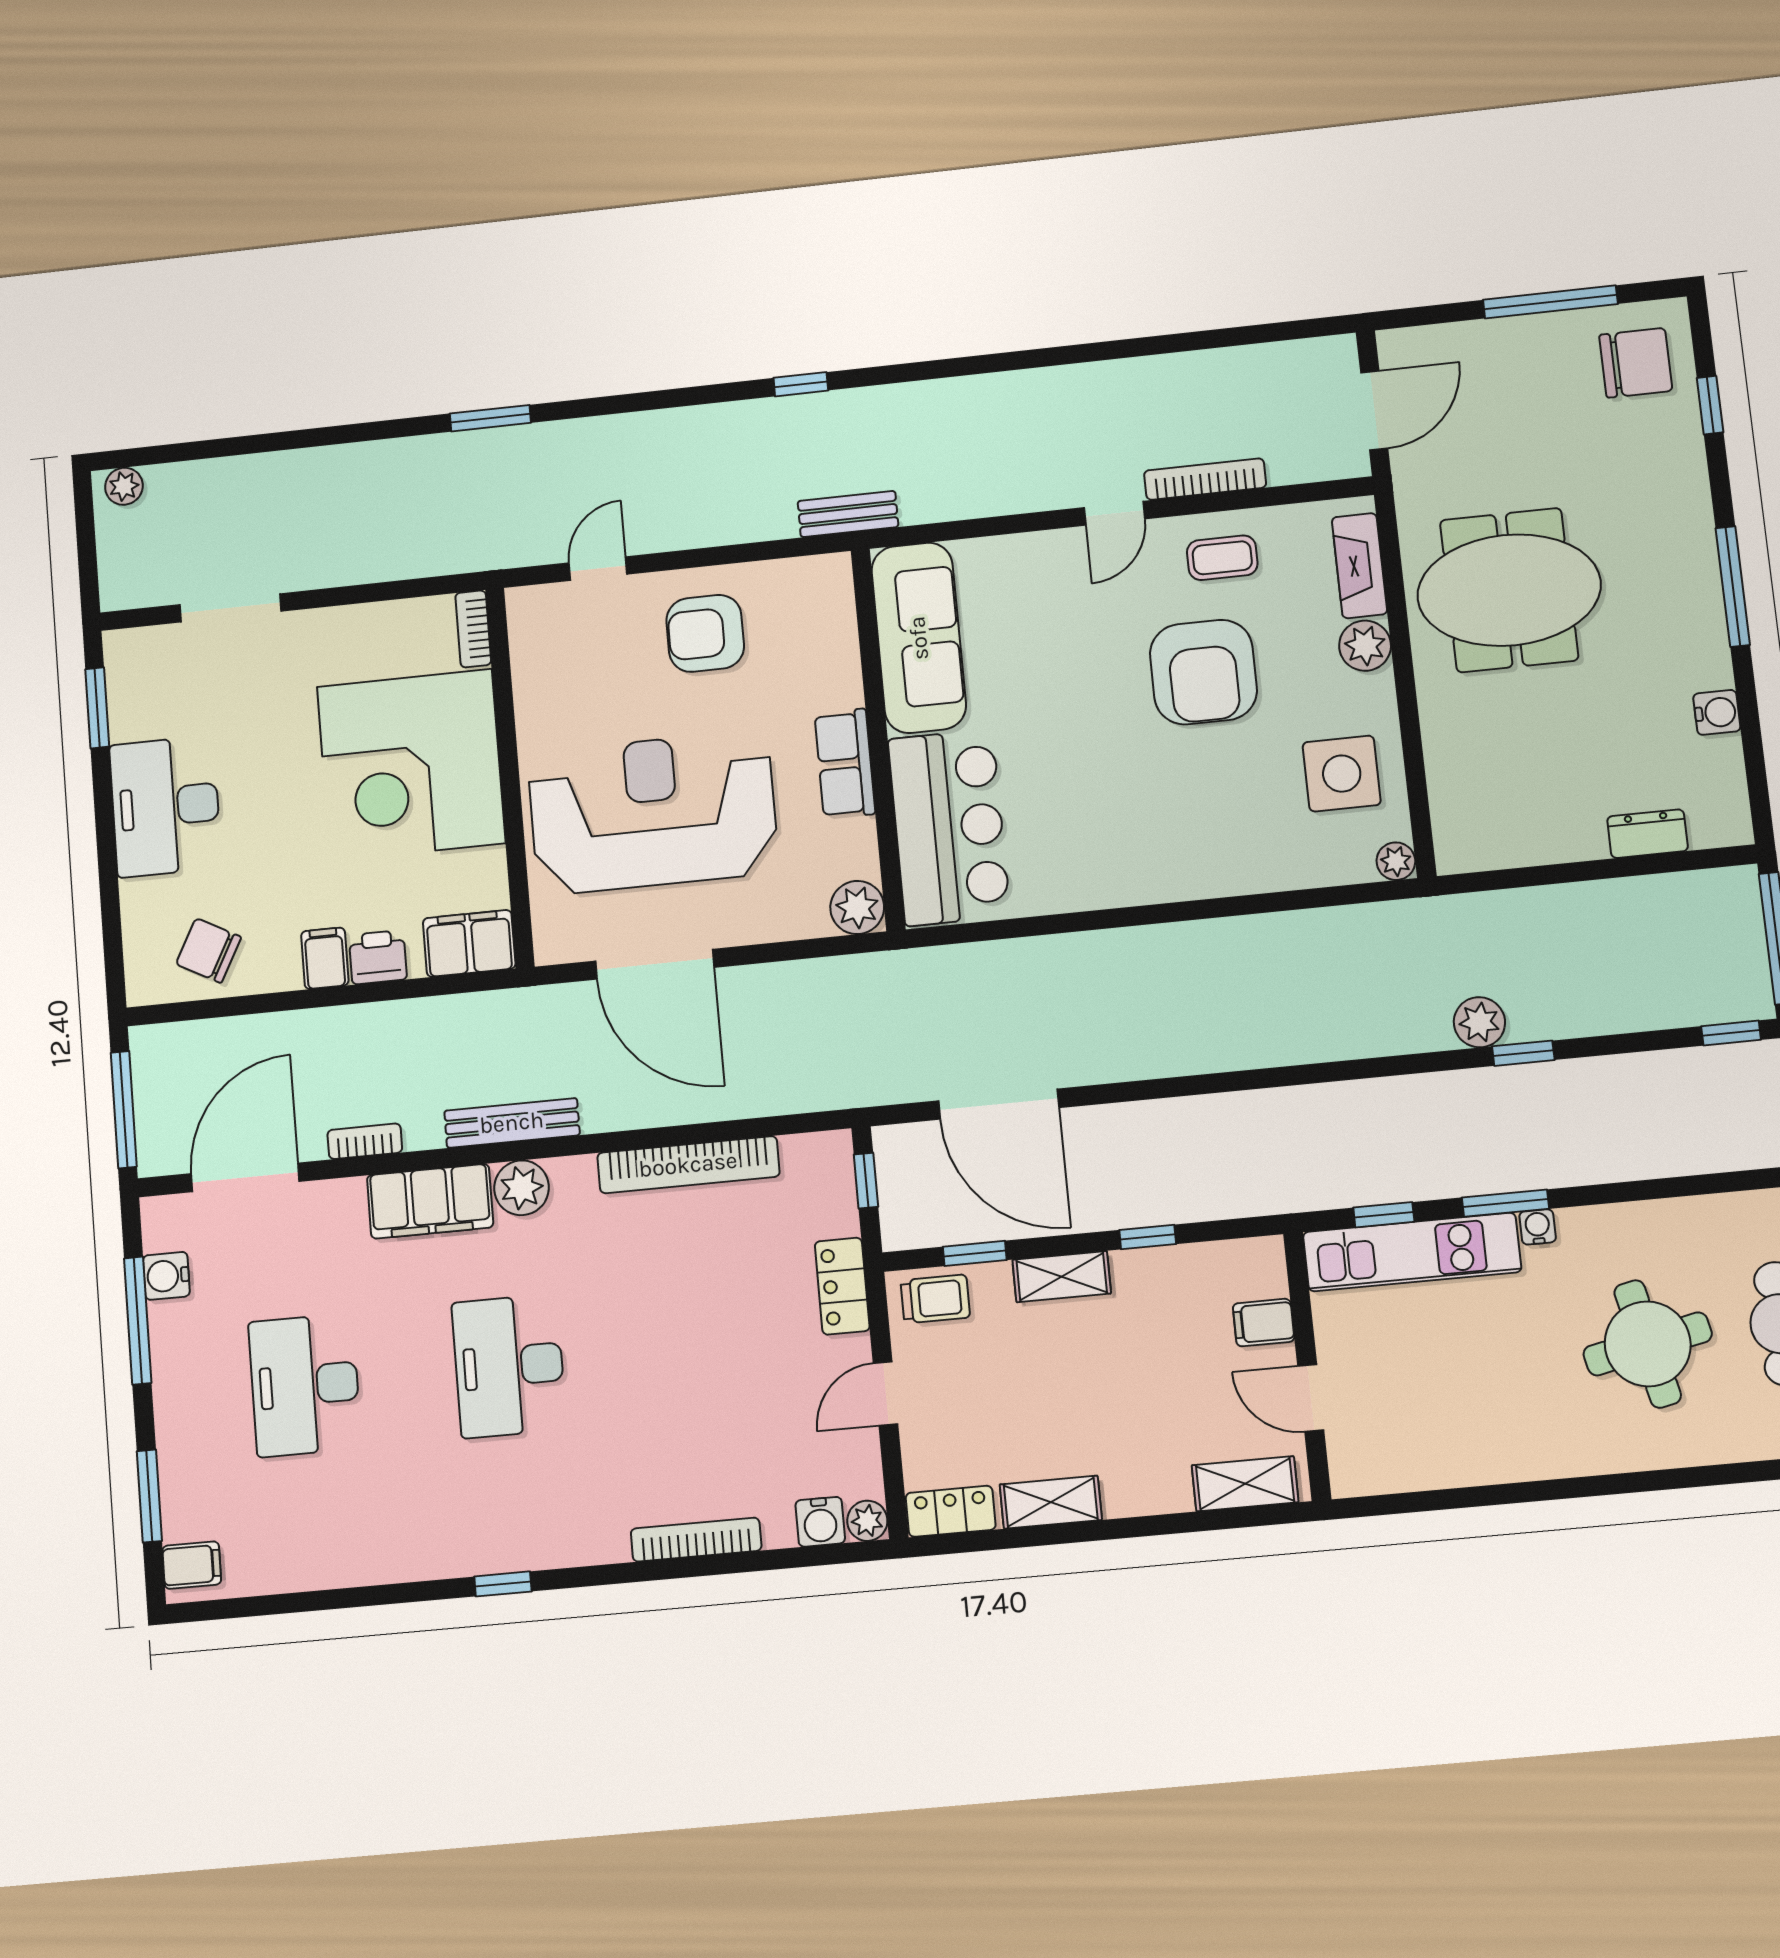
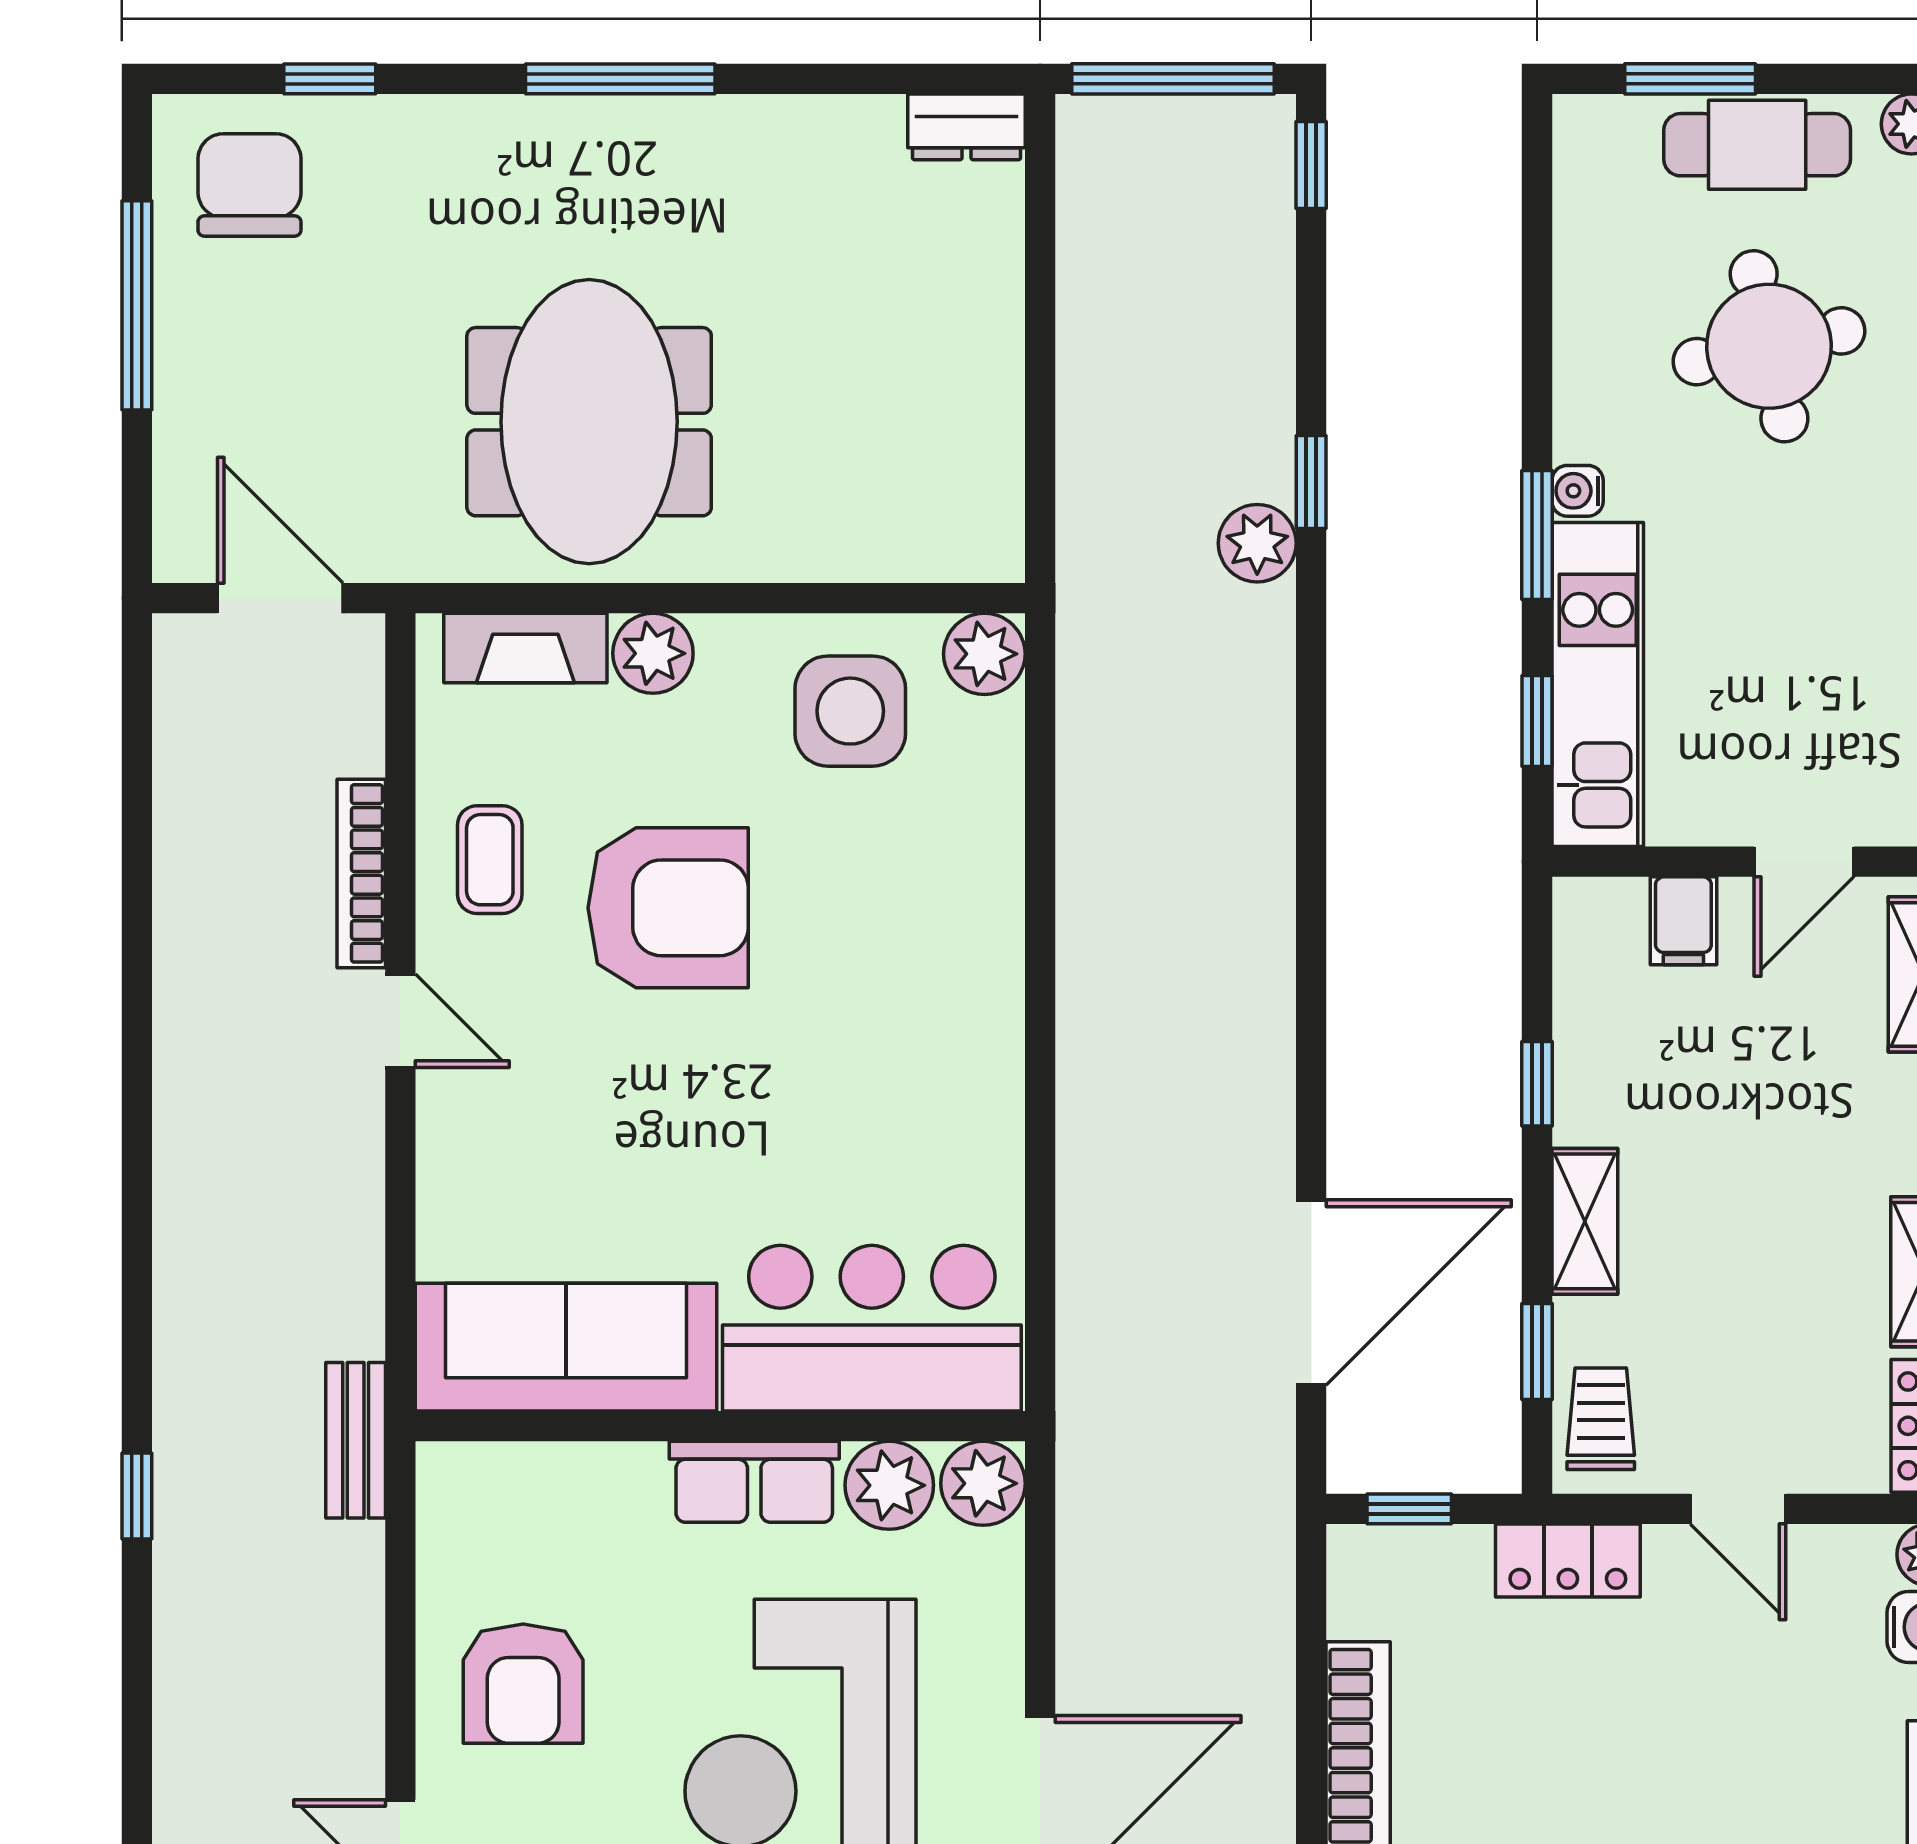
water cooler: (1717, 712) -> (815, 127), removed
dresser: (1648, 834) -> (967, 127), moved, turned -90
plant: (850, 849) -> (889, 1485), added
plant: (1396, 861) -> (984, 654), width x1.38, depth x1.38

